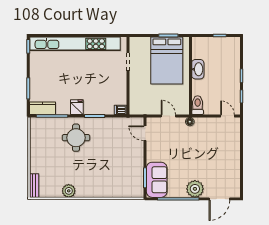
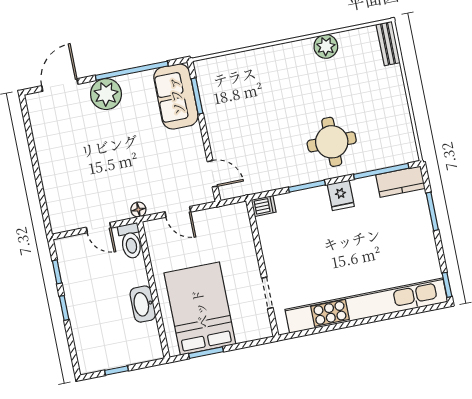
door: (227, 116) -> (99, 228), moved

